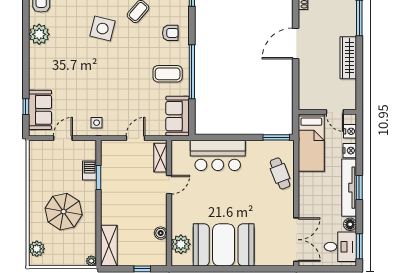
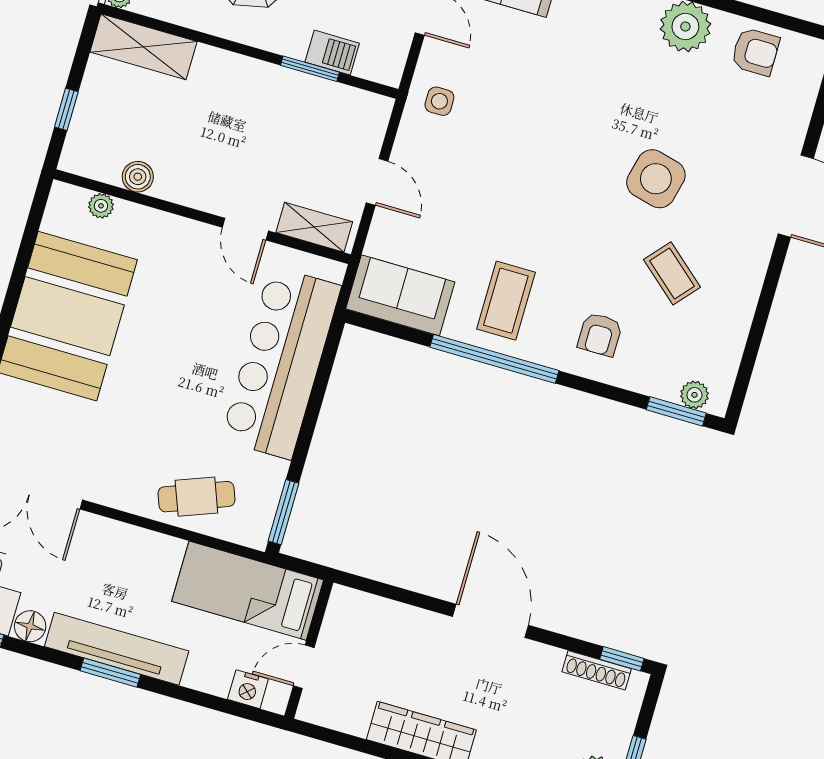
nightstand: (350, 151) -> (203, 675), removed
bar counter: (218, 155) -> (281, 363), width x1.36
plant: (181, 244) -> (101, 206), width x0.53, depth x0.53

